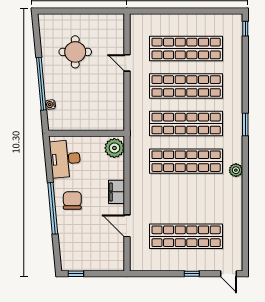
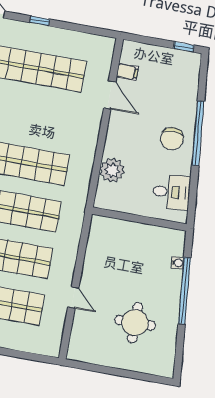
plant: (114, 148) -> (112, 170), moved
desk: (65, 159) -> (171, 192), width x0.73
filing cabinet: (116, 192) -> (127, 72), moved, width x0.50

